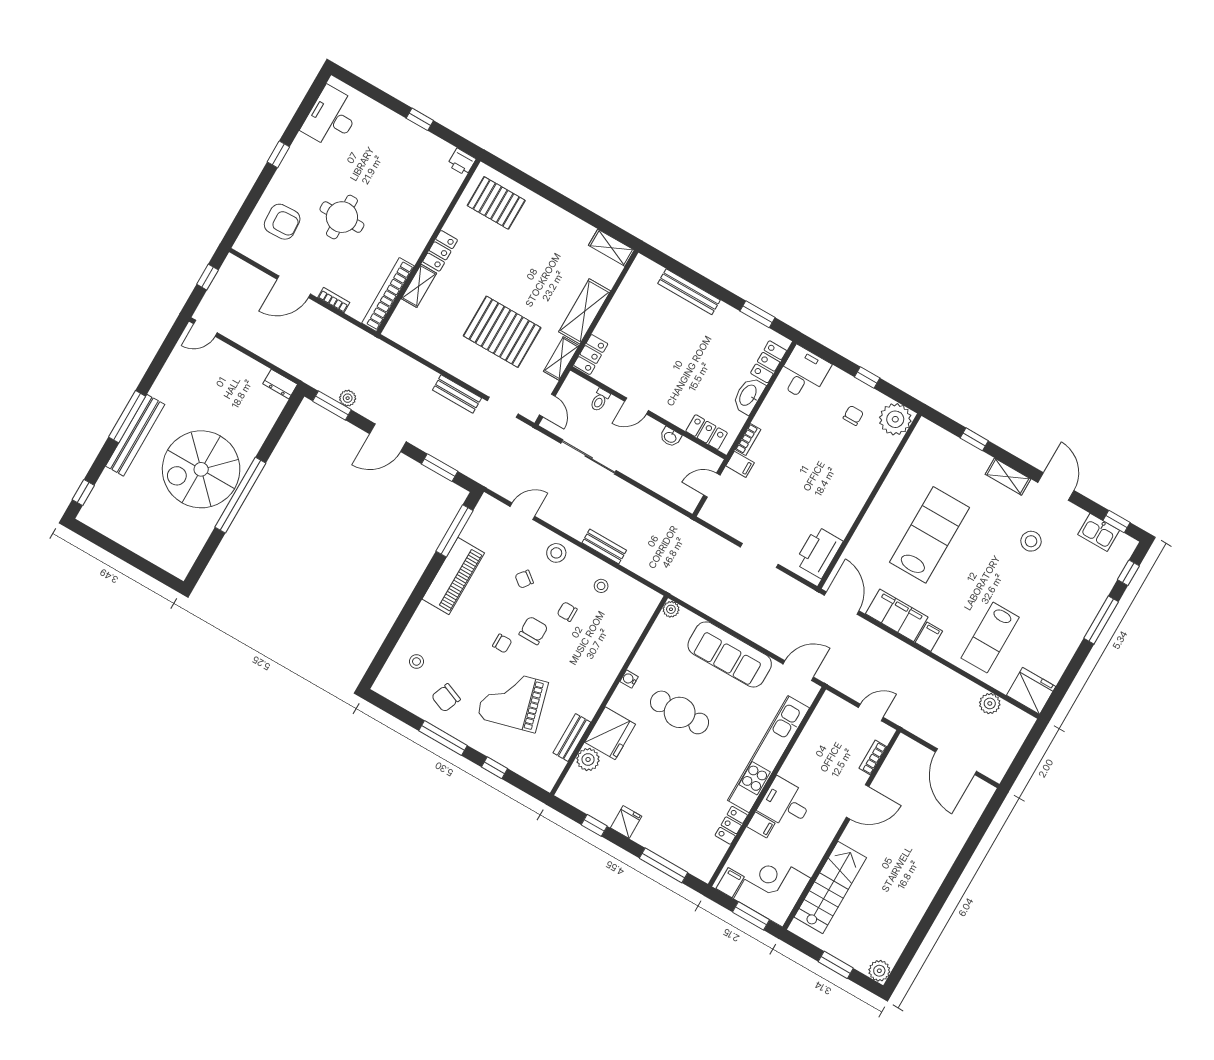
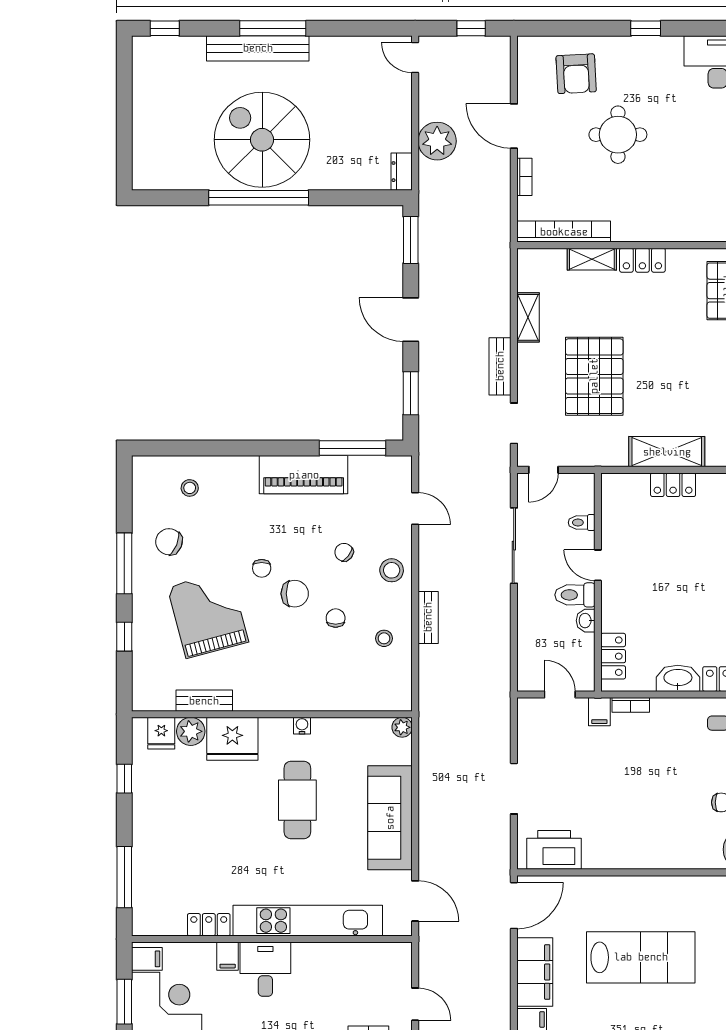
locker: (591, 355) -> (673, 485), moved
shelving: (561, 358) -> (528, 317), moved, turned 90
plant: (348, 398) -> (437, 141), moved, width x1.88, depth x1.88
toilet: (648, 434) -> (575, 595), added
fridge: (626, 822) -> (161, 733), moved, turned 90

